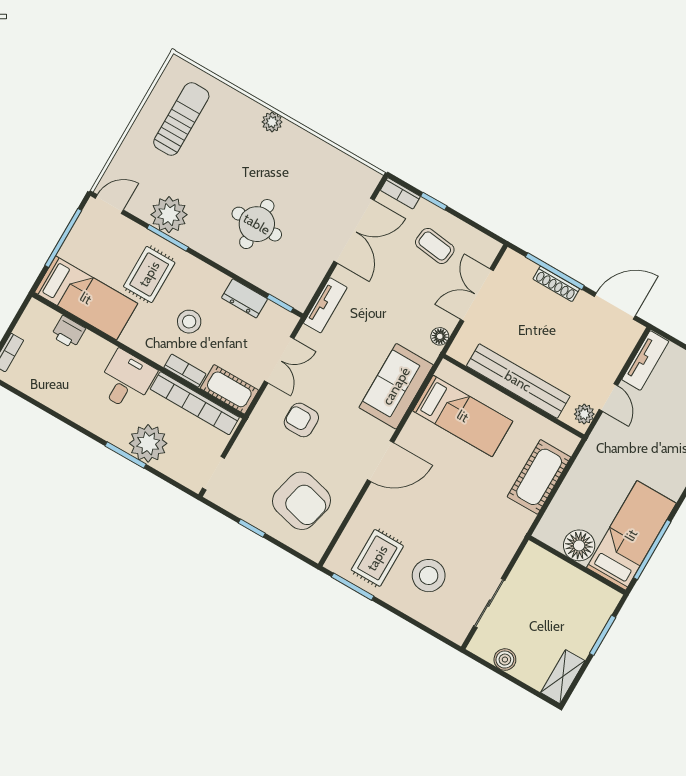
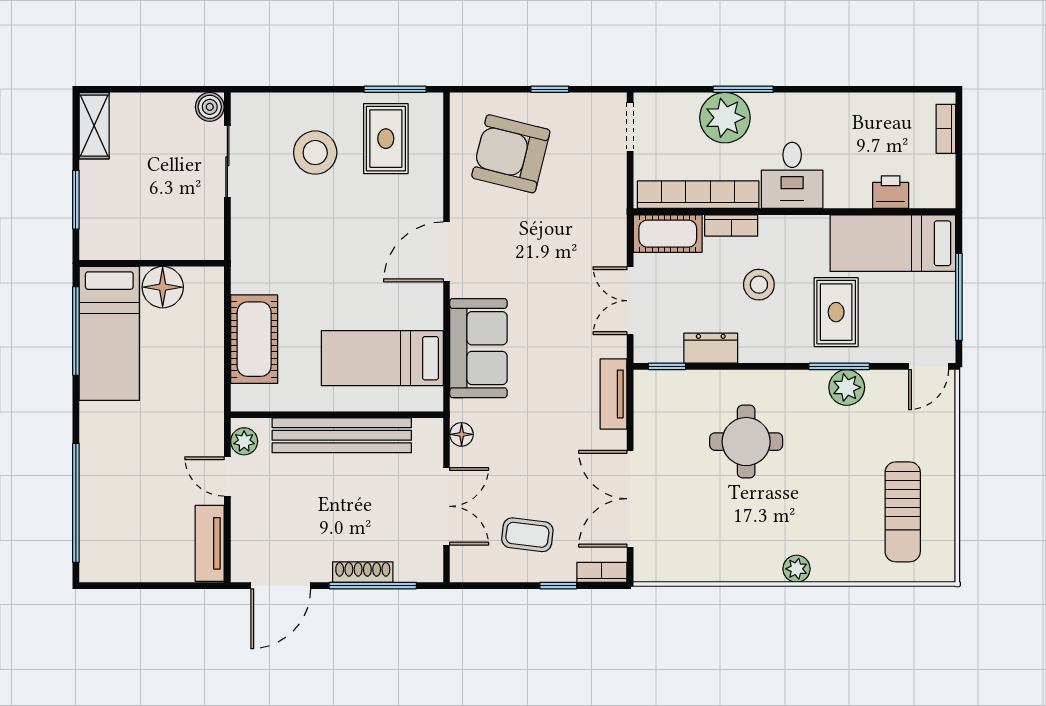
plant: (169, 215) -> (847, 387), width x0.73, depth x0.73
armchair: (301, 420) -> (565, 246), removed
boiler: (505, 660) -> (210, 107), moved

